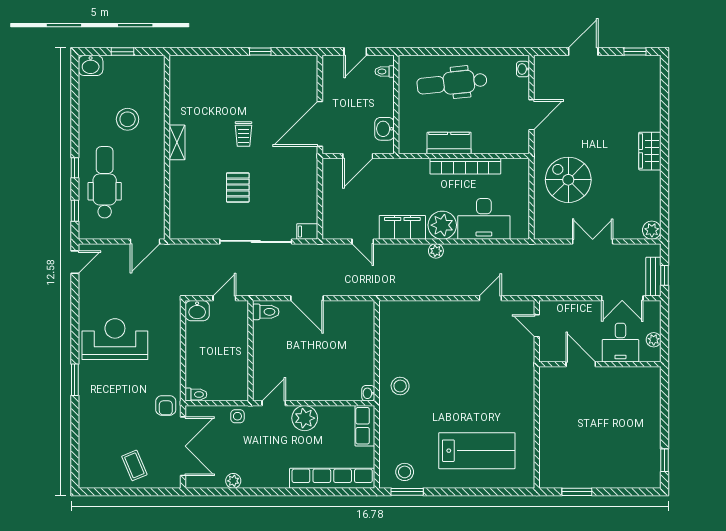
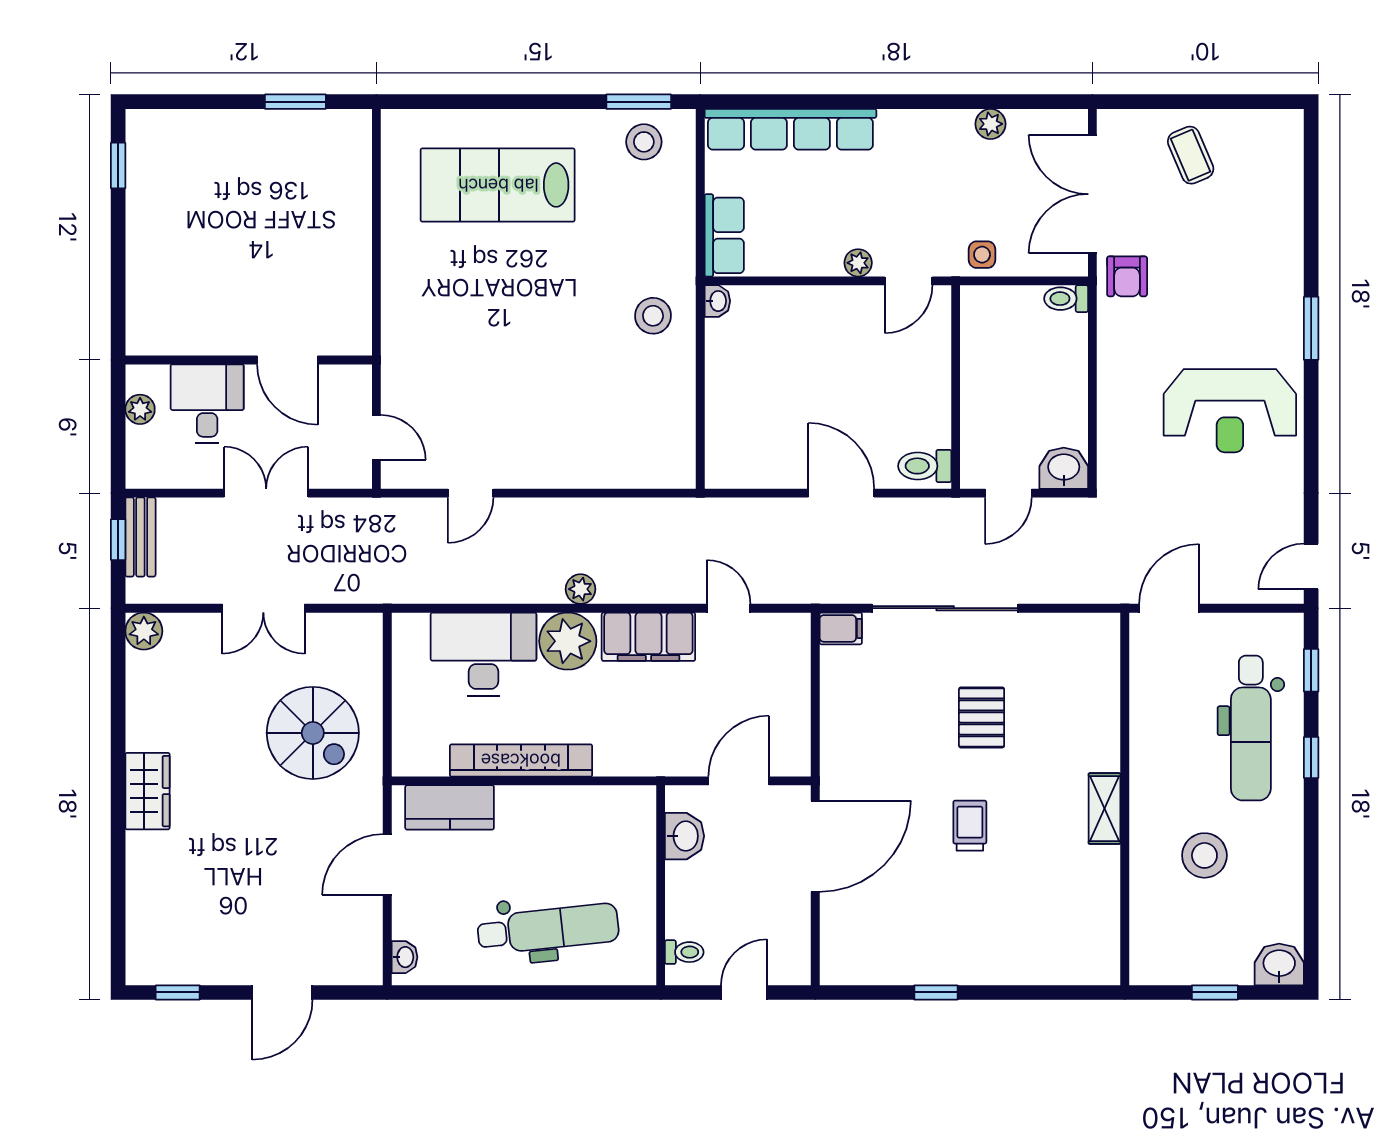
kitchen counter: (449, 143) -> (450, 807), moved
double door: (622, 298) -> (266, 493), moved
armchair: (166, 405) -> (1127, 276), turned 180
plant: (305, 418) -> (858, 263), width x0.53, depth x0.53

